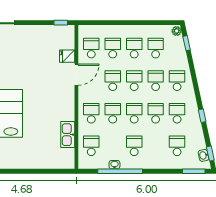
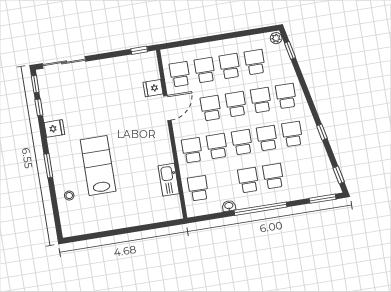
school desk: (177, 146) -> (273, 176), moved
washbasin: (204, 155) -> (331, 178), removed
window: (120, 171) -> (261, 209), moved

